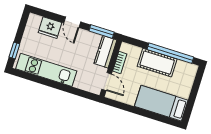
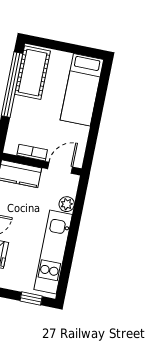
cot: (157, 63) -> (33, 73), moved
plant: (80, 83) -> (67, 204), added

